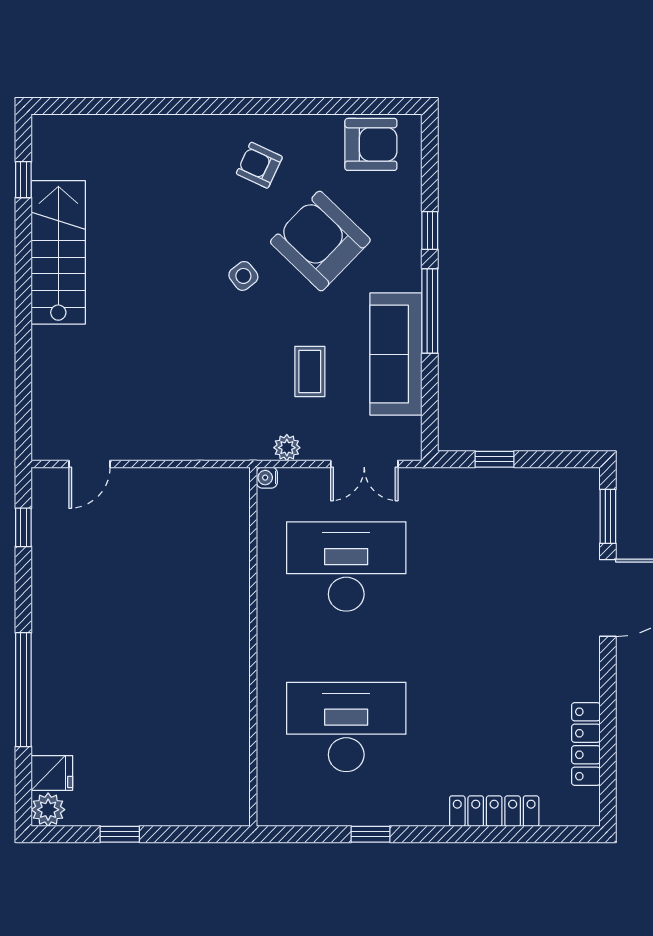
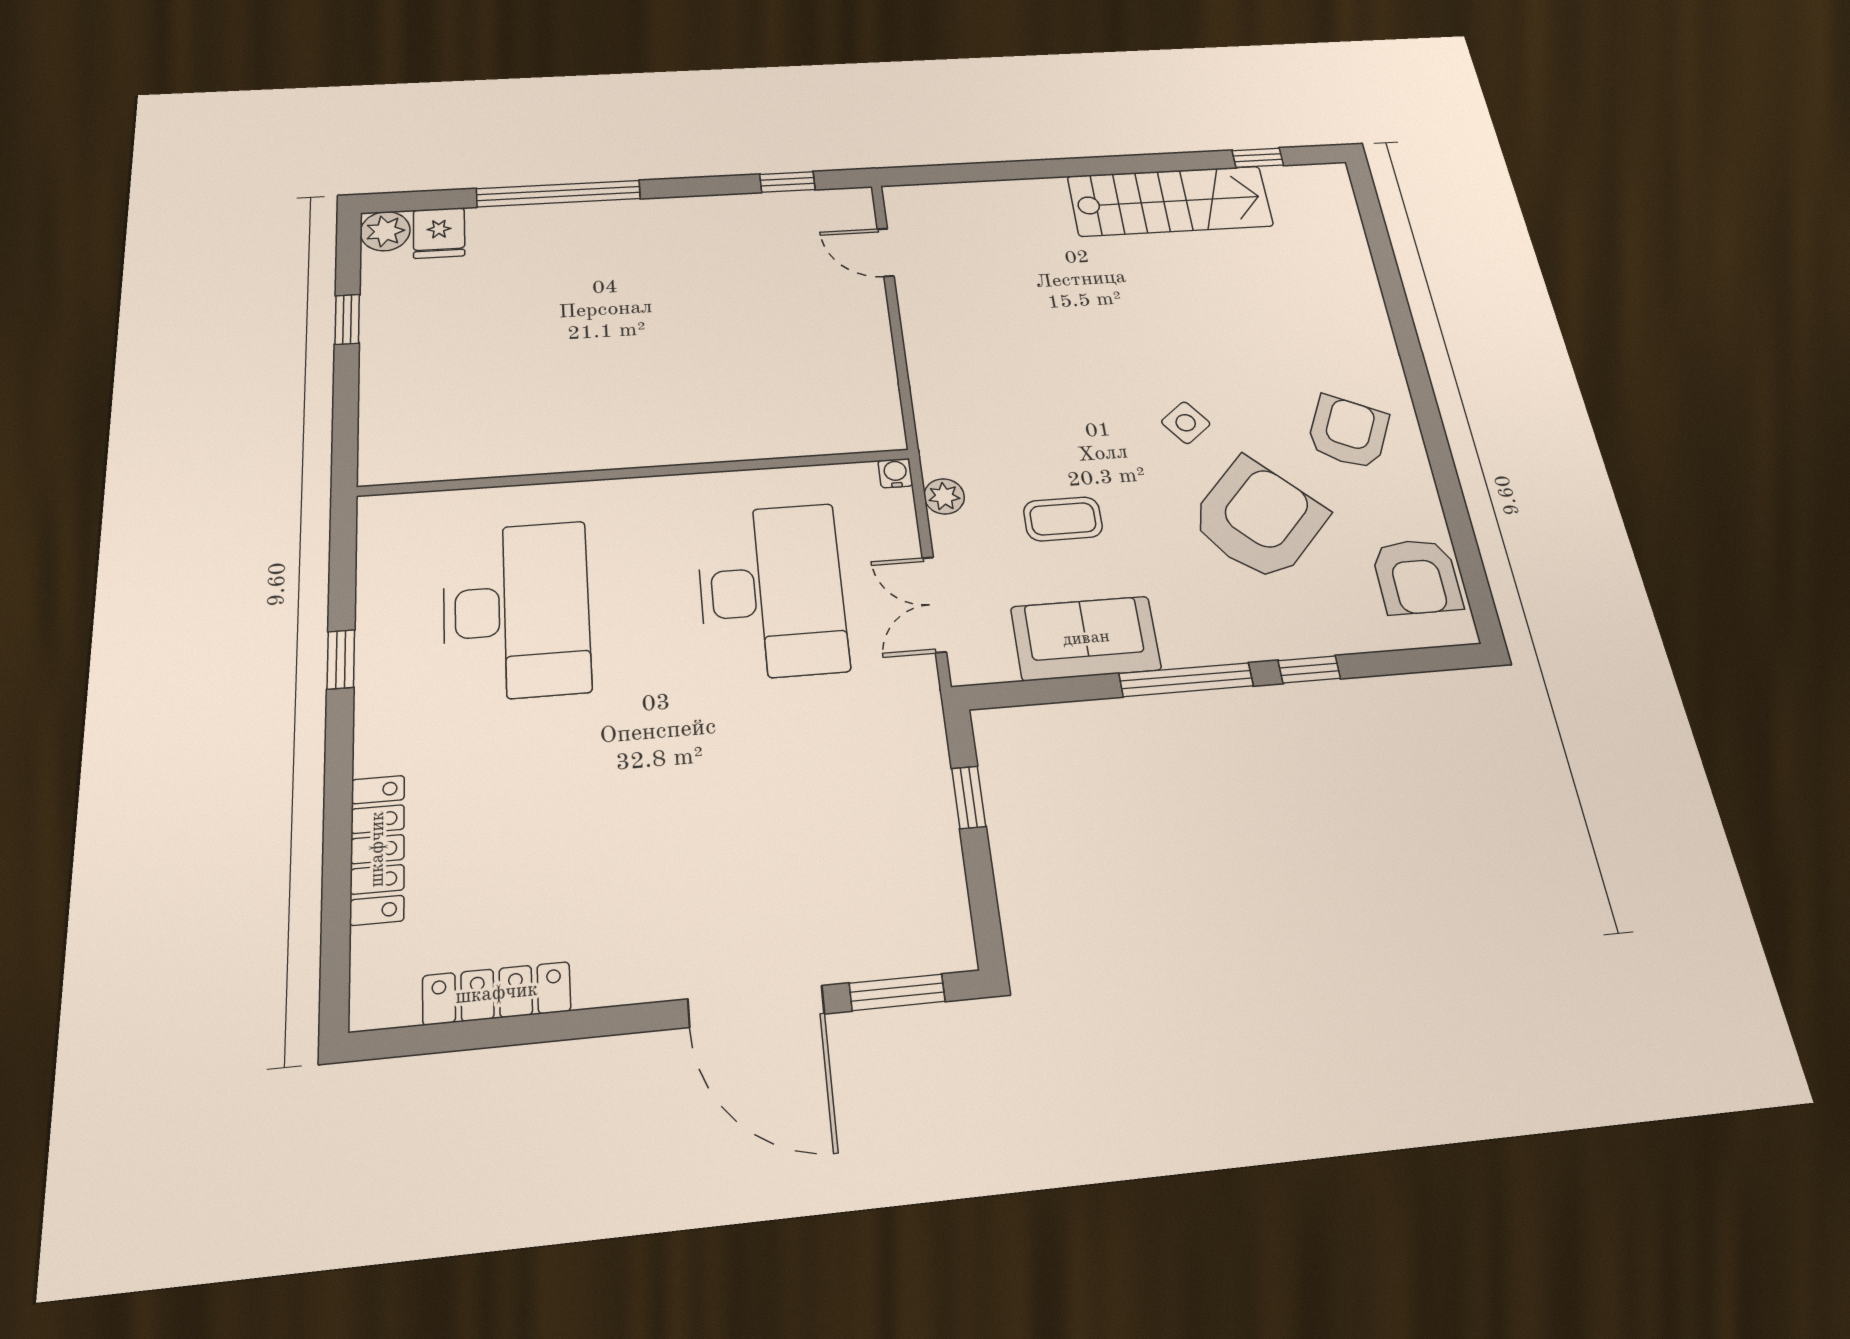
armchair: (259, 165) -> (1348, 432), width x1.38, depth x1.38
sofa: (396, 354) -> (1086, 638), width x0.73

